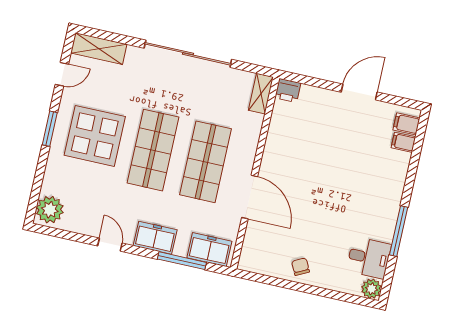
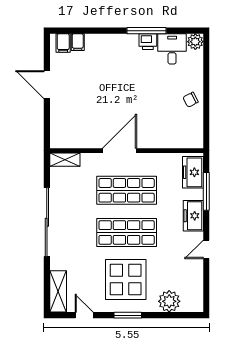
printer: (288, 90) -> (148, 42), moved, turned 90
door: (250, 197) -> (120, 151), moved
plant: (50, 210) -> (169, 301), moved

